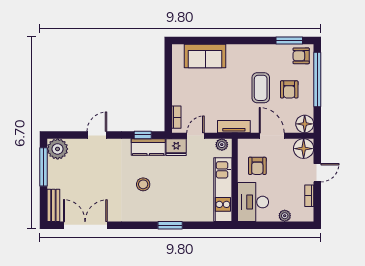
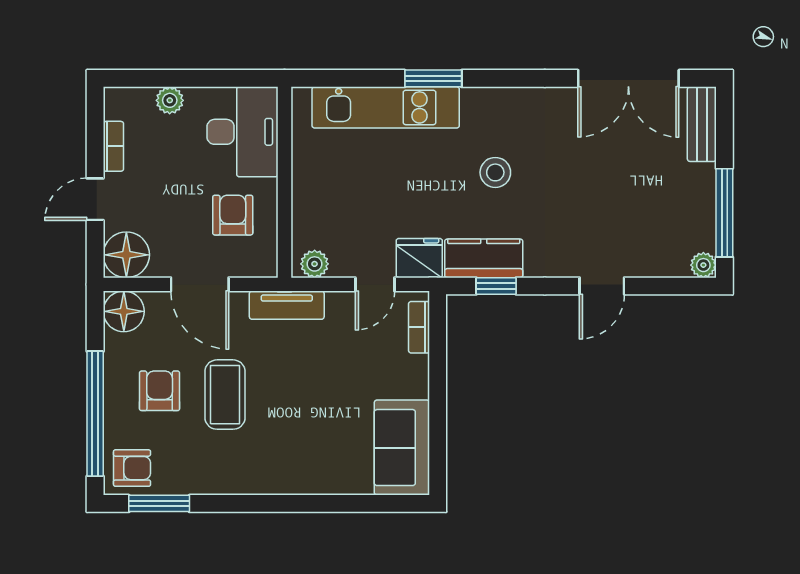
sofa: (205, 56) -> (402, 448), moved, turned -90
plant: (58, 149) -> (703, 265), width x0.53, depth x0.53
kitchen unit: (223, 190) -> (386, 107), moved, turned 90

